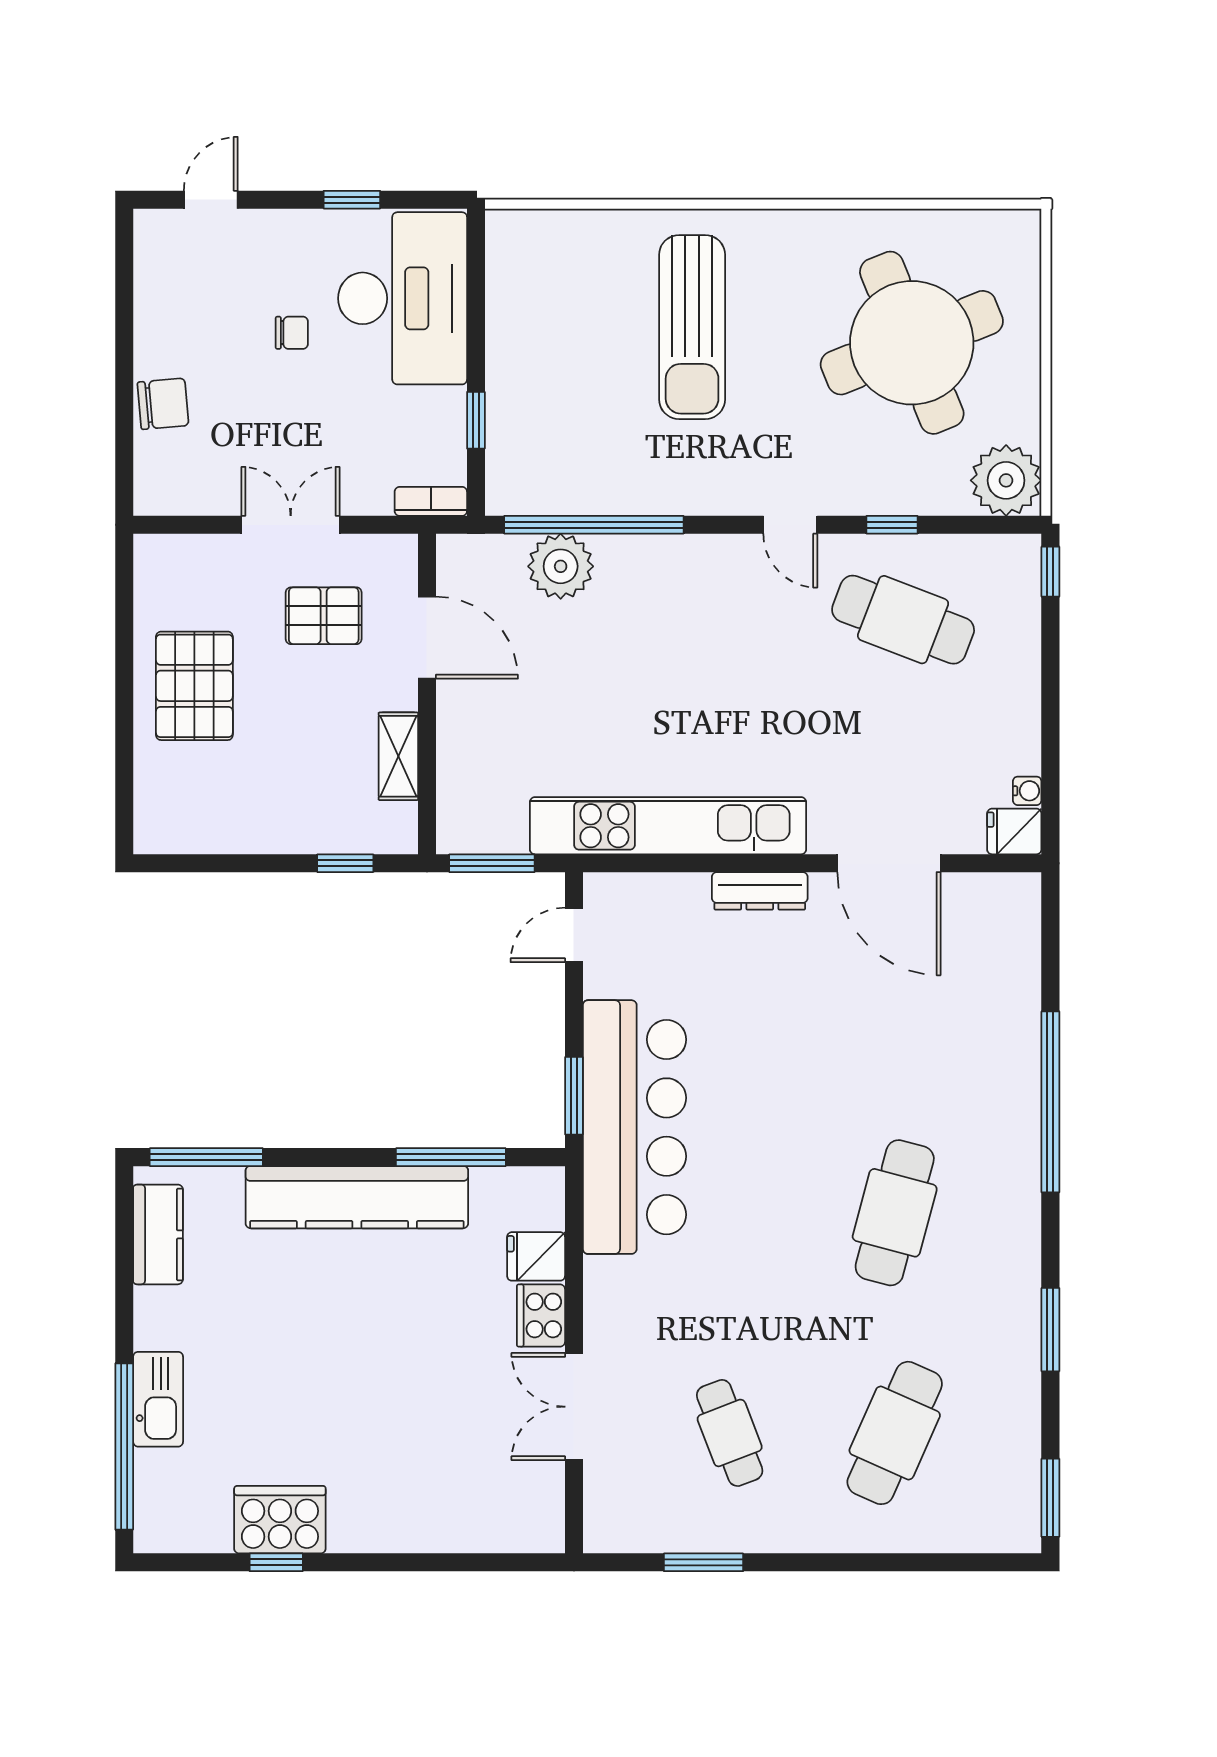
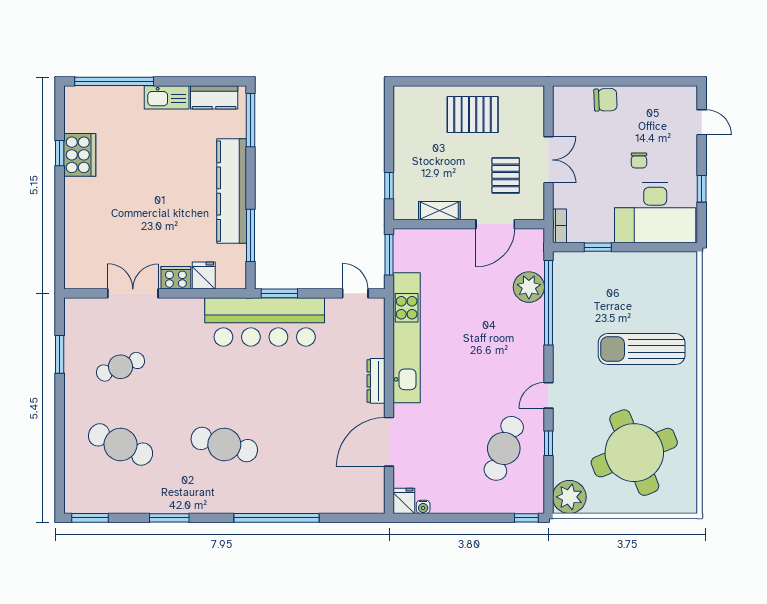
chair: (163, 404) -> (605, 100), turned -87
kitchen sink: (158, 1399) -> (167, 97), moved

